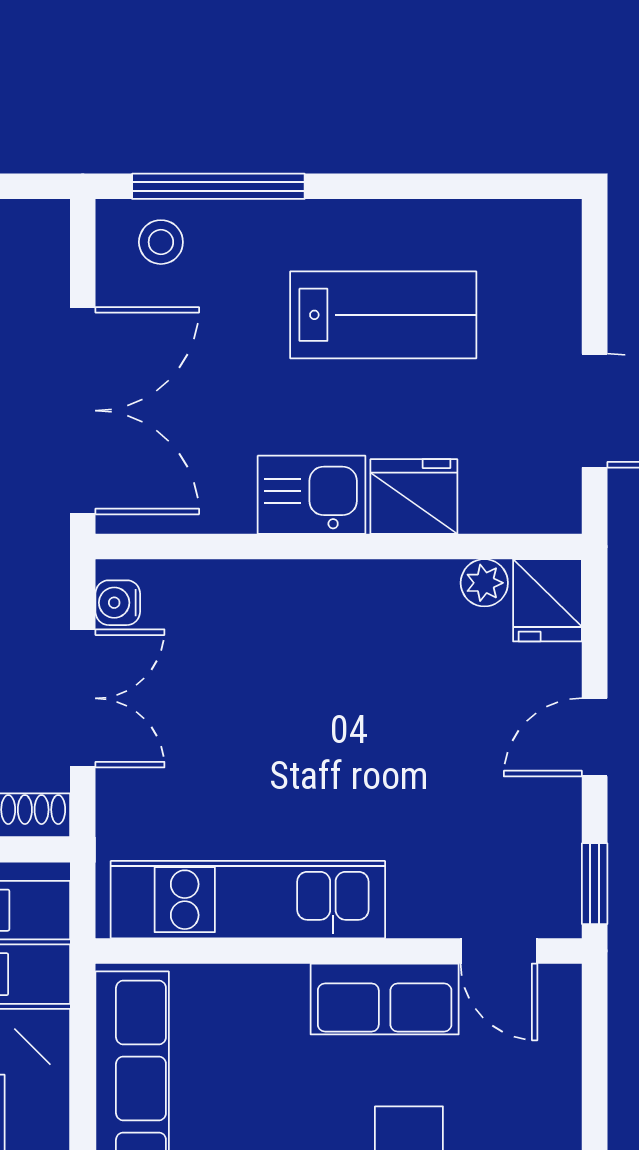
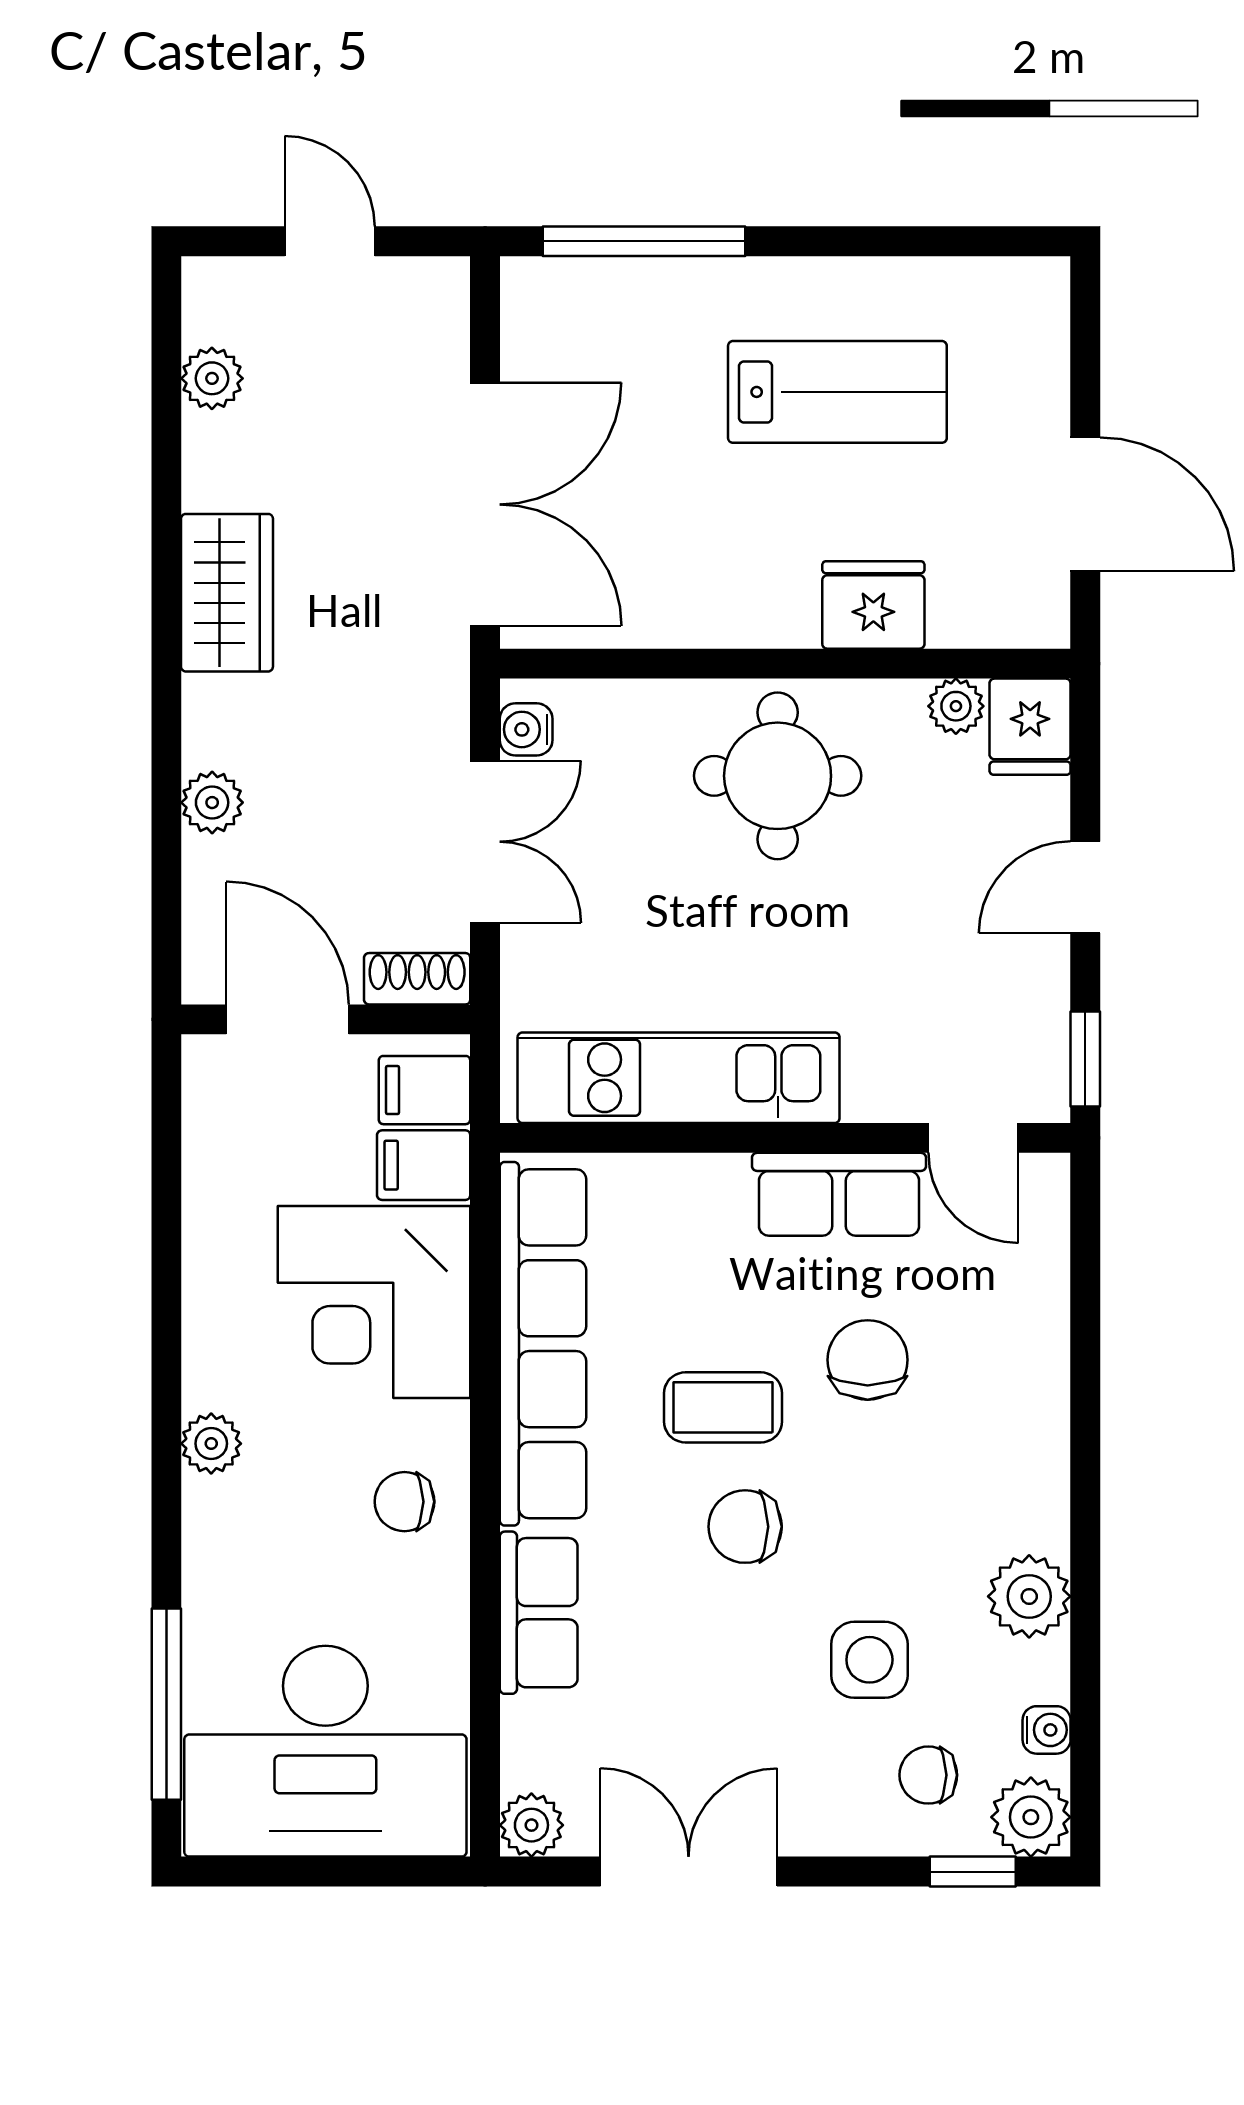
stool: (161, 242) -> (577, 307), removed
kitchen sink: (312, 495) -> (753, 603), removed
round table: (332, 642) -> (778, 776), added

